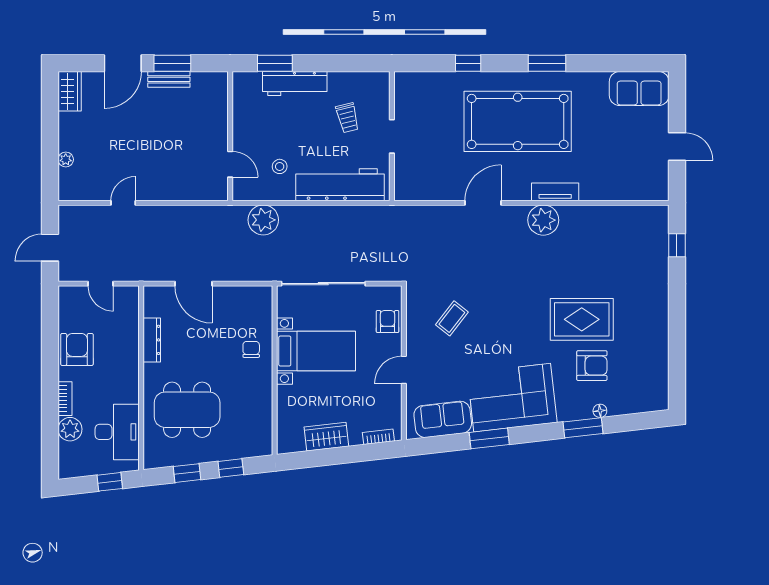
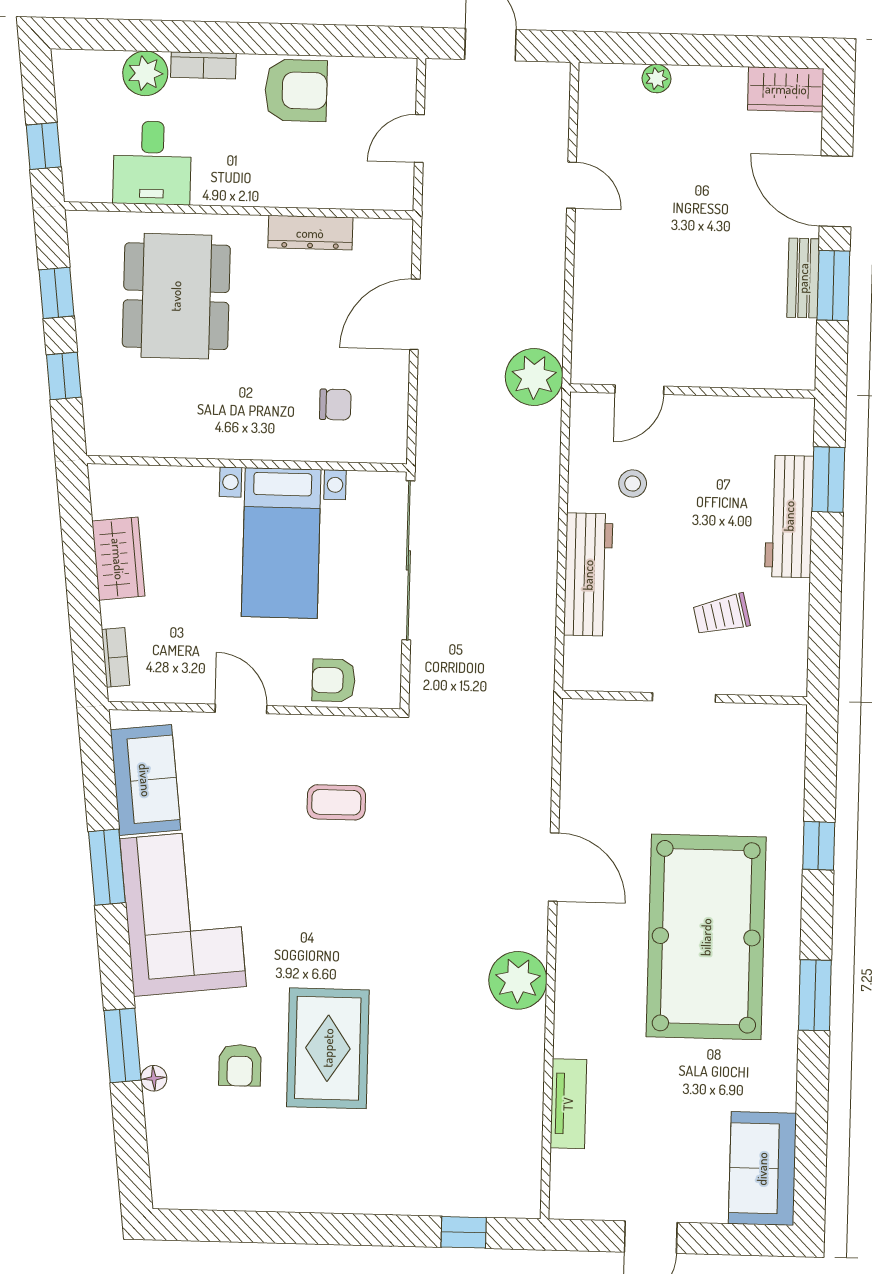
workbench: (340, 185) -> (588, 575), width x0.73, depth x0.76
tv unit: (555, 192) -> (568, 1104), moved
plant: (263, 220) -> (534, 377), moved
coffee table: (452, 318) -> (336, 802), turned -38
armchair: (388, 321) -> (334, 680), turned 180
chair: (251, 349) -> (335, 405), moved
armchair: (592, 366) -> (240, 1065), width x0.72, depth x0.72
desk: (117, 432) -> (152, 163), width x0.73

